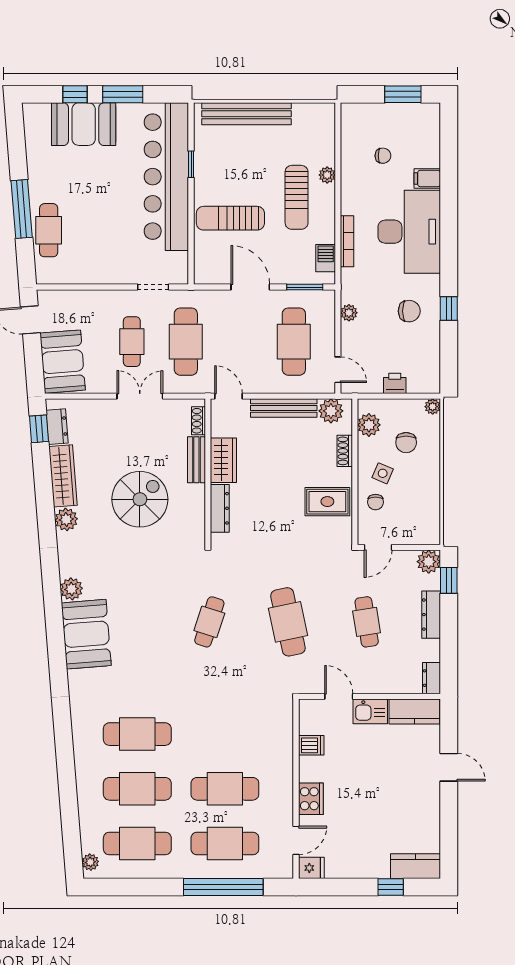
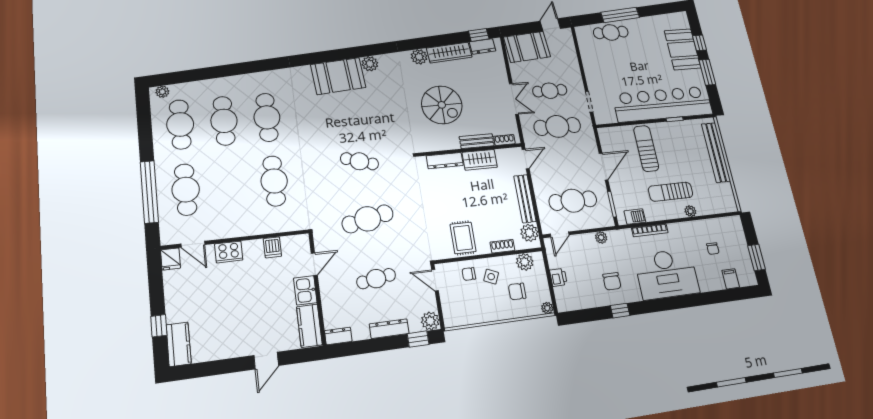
filing cabinet: (427, 178) -> (731, 279), moved
cafe table: (225, 789) -> (274, 181), moved

